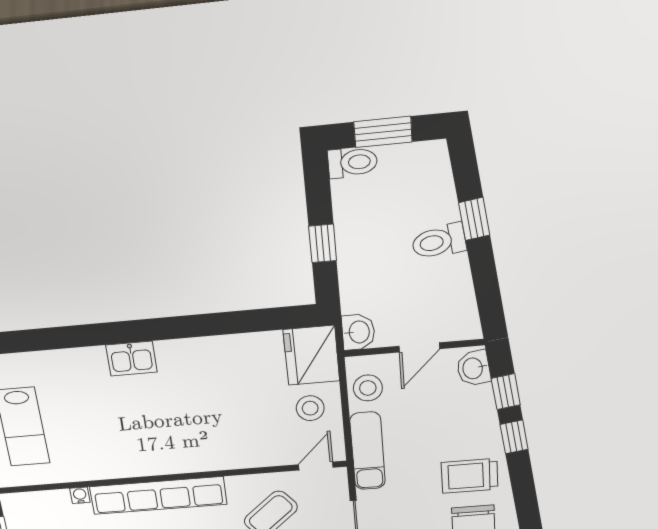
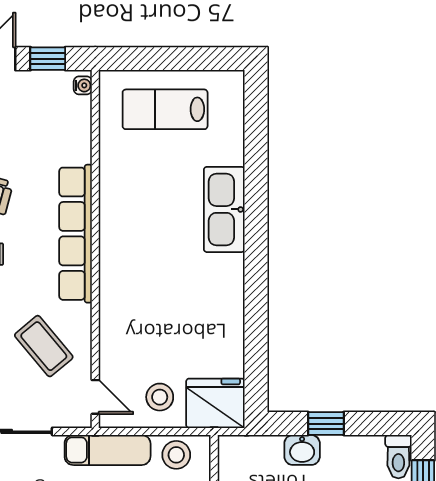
washbasin: (358, 332) -> (302, 450), moved
kitchen sink: (131, 359) -> (224, 209), width x1.87, depth x1.24
water cooler: (80, 495) -> (83, 85), moved

